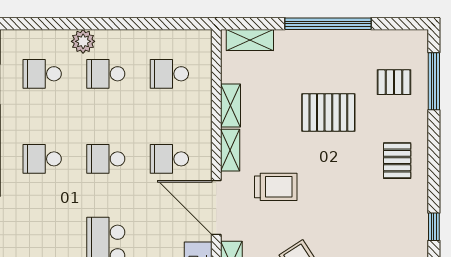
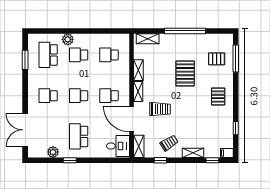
school desk: (42, 74) -> (48, 55), width x1.85
pallet: (328, 112) -> (185, 73), turned 90

